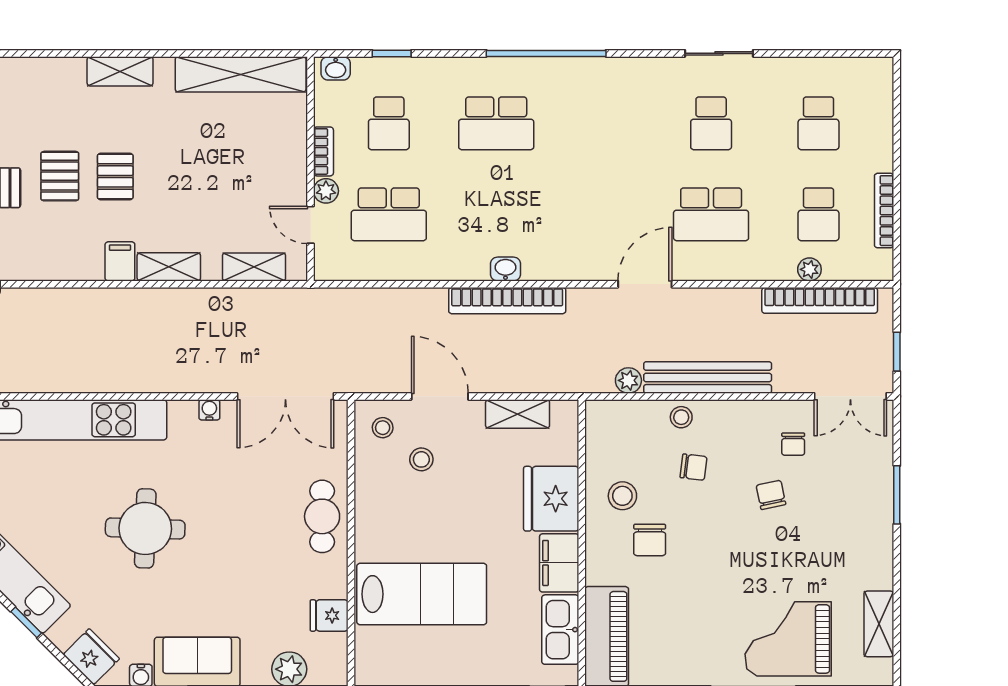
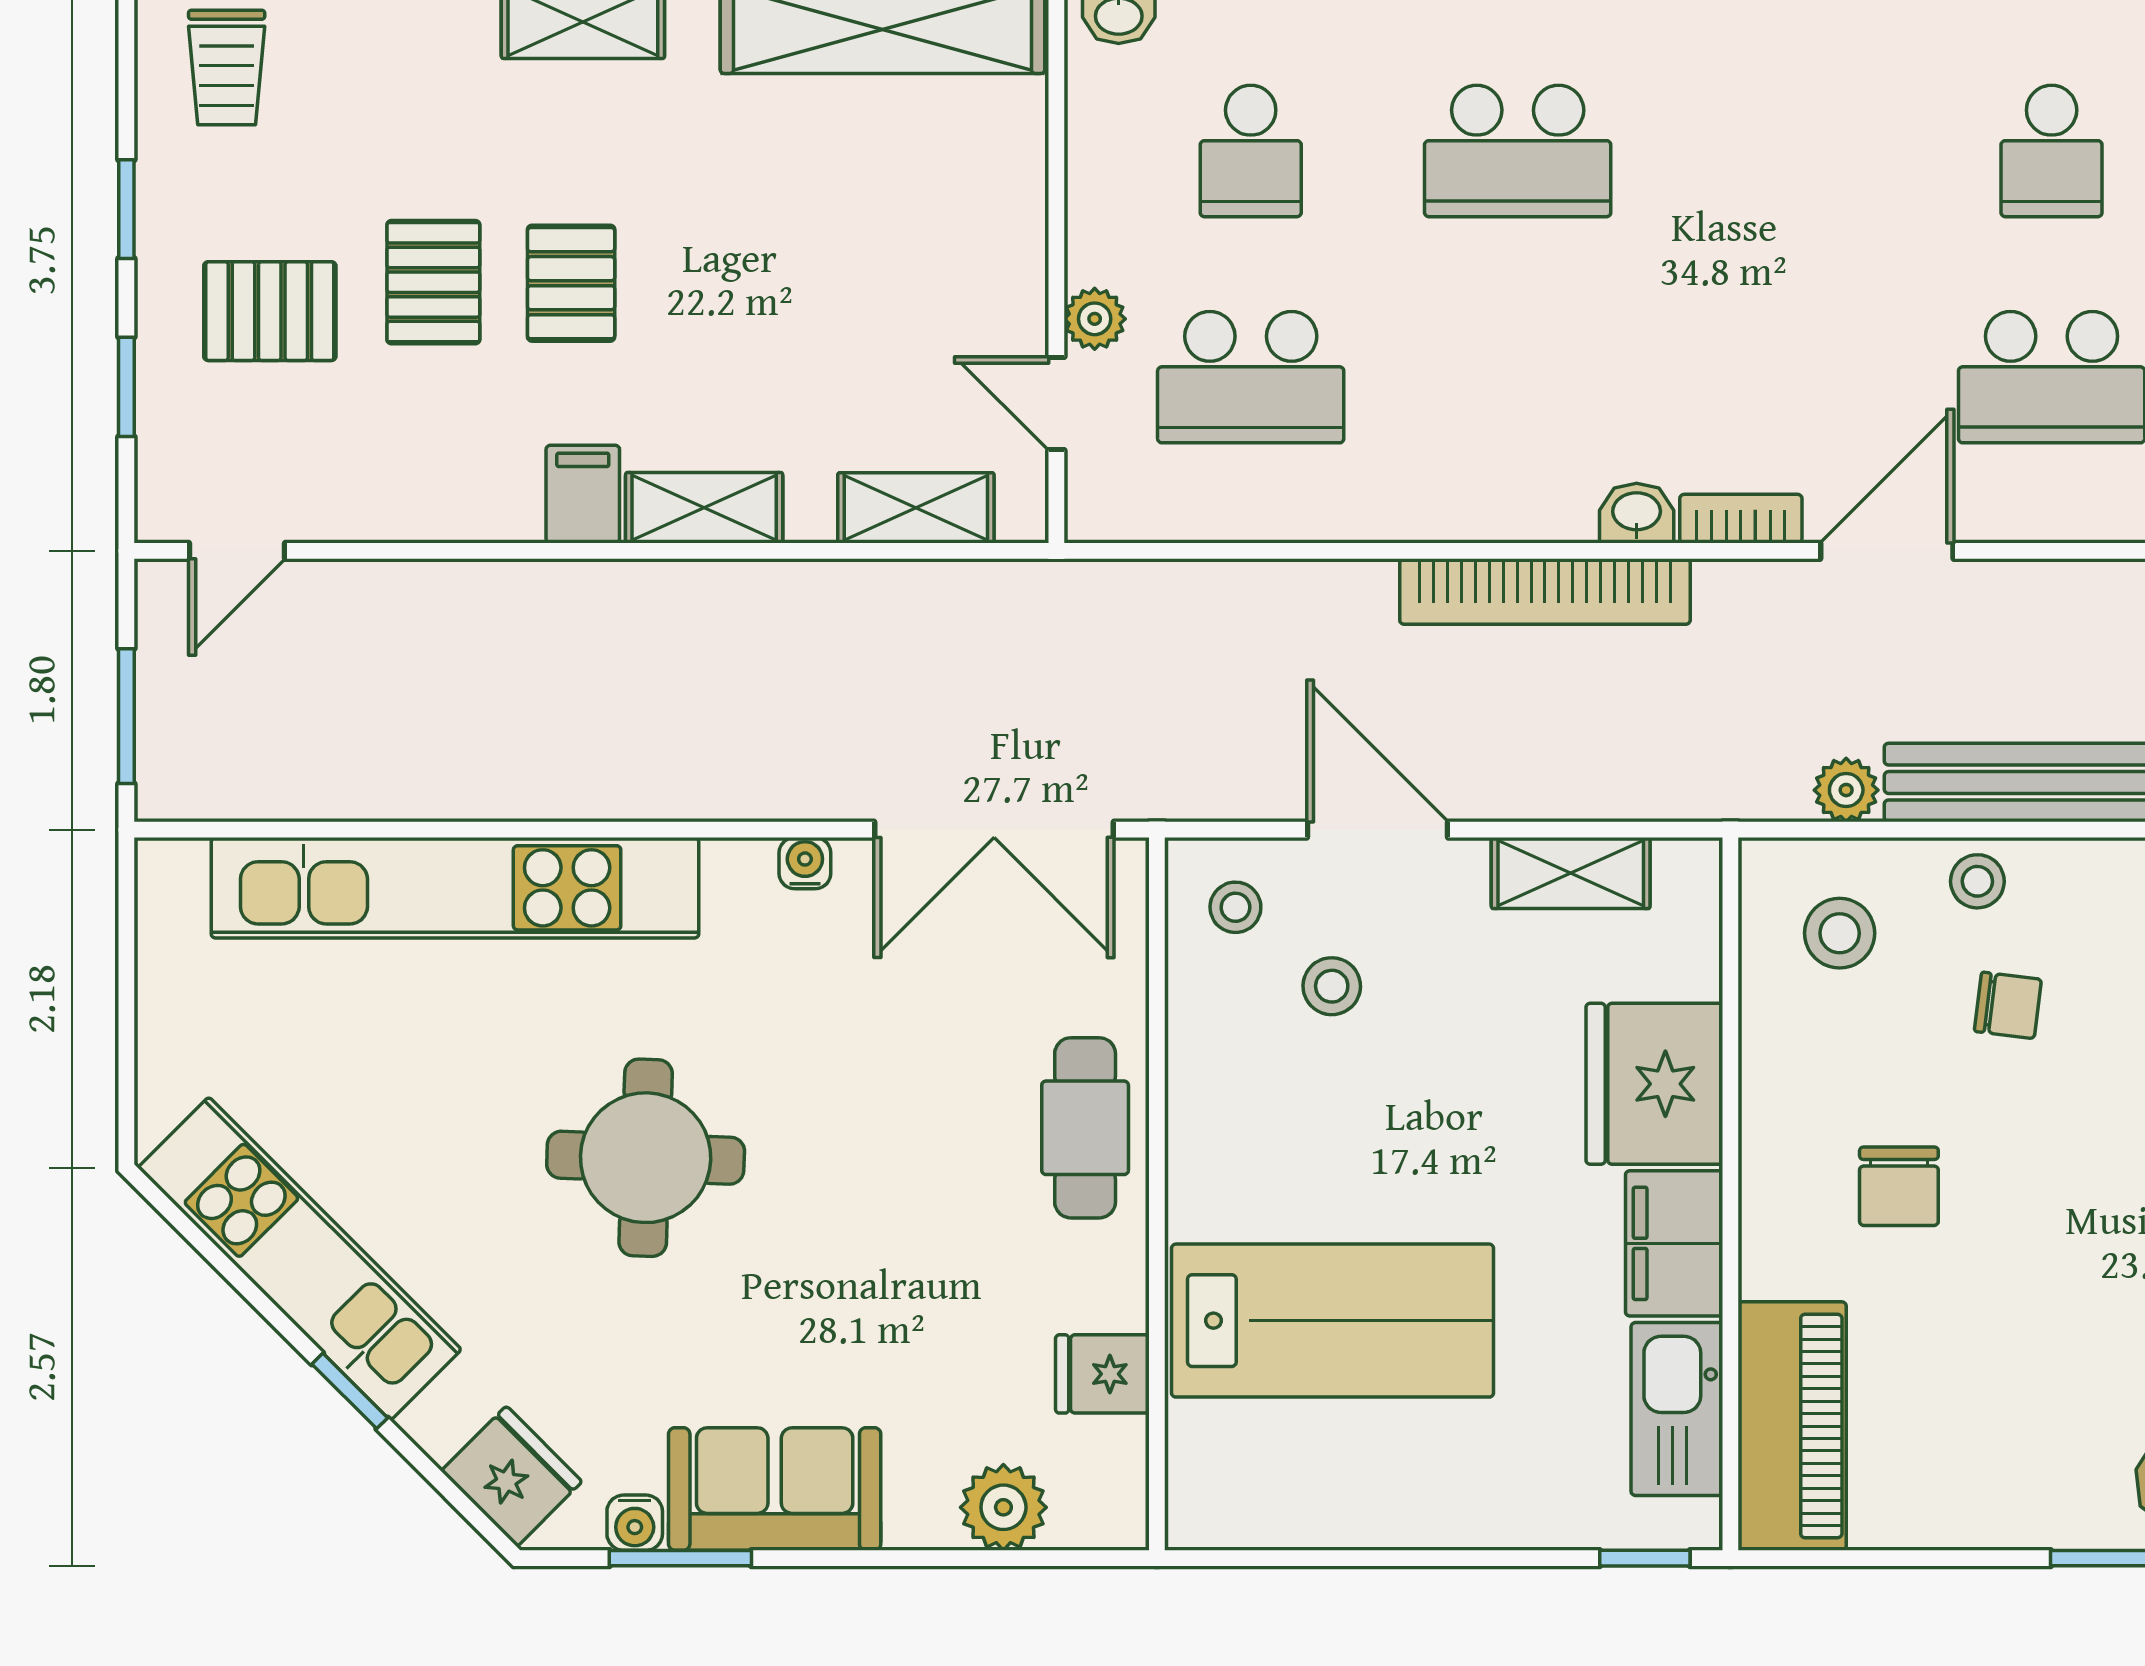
bookcase: (323, 151) -> (1741, 519), moved, turned -90
washbasin: (505, 269) -> (1637, 513), moved
stool: (622, 496) -> (1840, 933), moved

